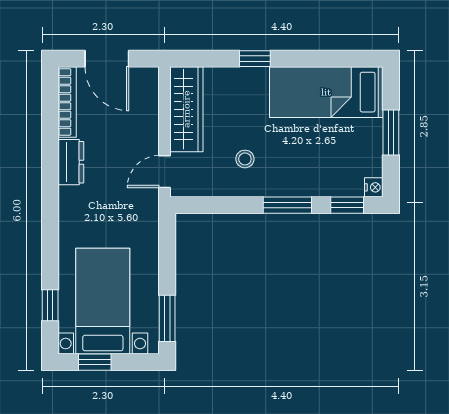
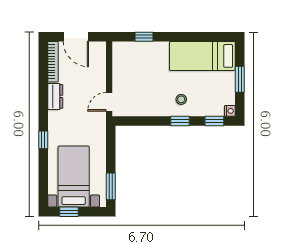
window: (255, 59) -> (144, 37), moved
wardrobe: (186, 109) -> (122, 66), removed
stool: (245, 159) -> (181, 99), moved
window: (287, 205) -> (180, 121), width x0.67
window: (50, 305) -> (43, 140), moved

